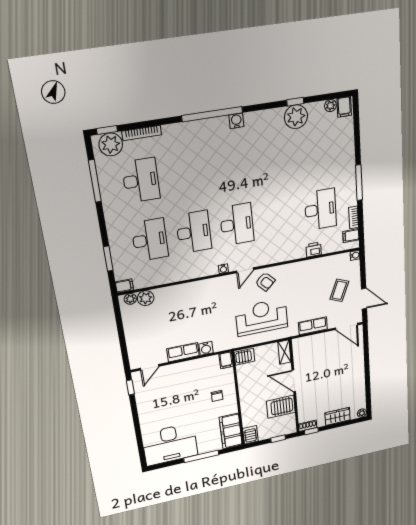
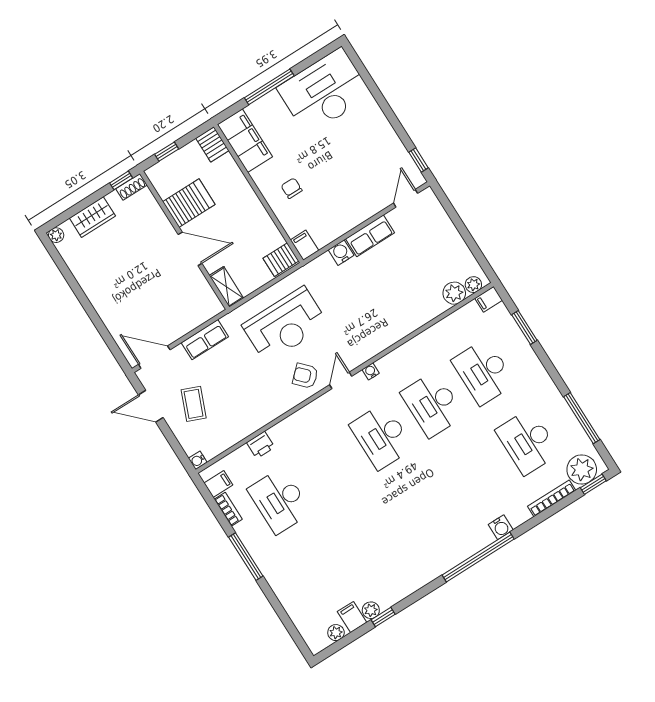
filing cabinet: (344, 107) -> (352, 617), moved
plant: (296, 117) -> (371, 610), width x0.53, depth x0.53
water cooler: (236, 121) -> (501, 527), moved

